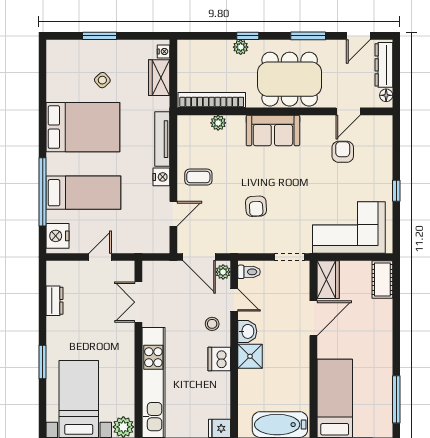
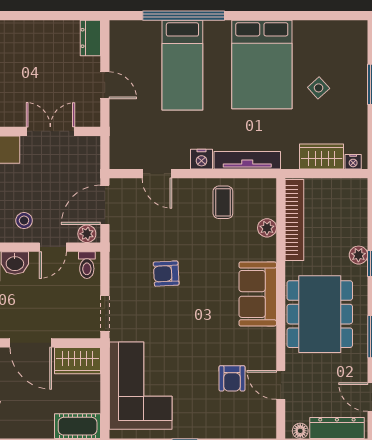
armchair: (343, 152) -> (232, 378), turned 90
coffee table: (198, 177) -> (223, 202), moved
nightstand: (57, 236) -> (130, 34), removed
dresser: (55, 301) -> (90, 38), moved, turned 90

